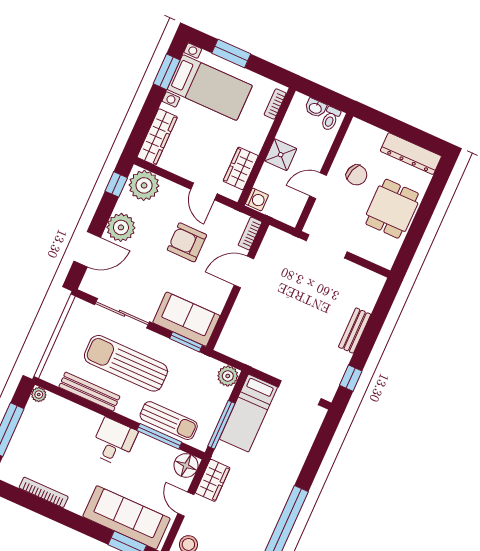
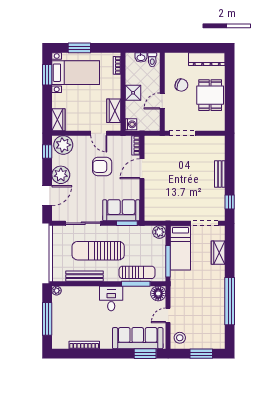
wardrobe: (157, 137) -> (58, 120), width x0.67
wardrobe: (213, 480) -> (218, 253), moved, turned 180
door: (186, 504) -> (168, 315), hinge flipped

